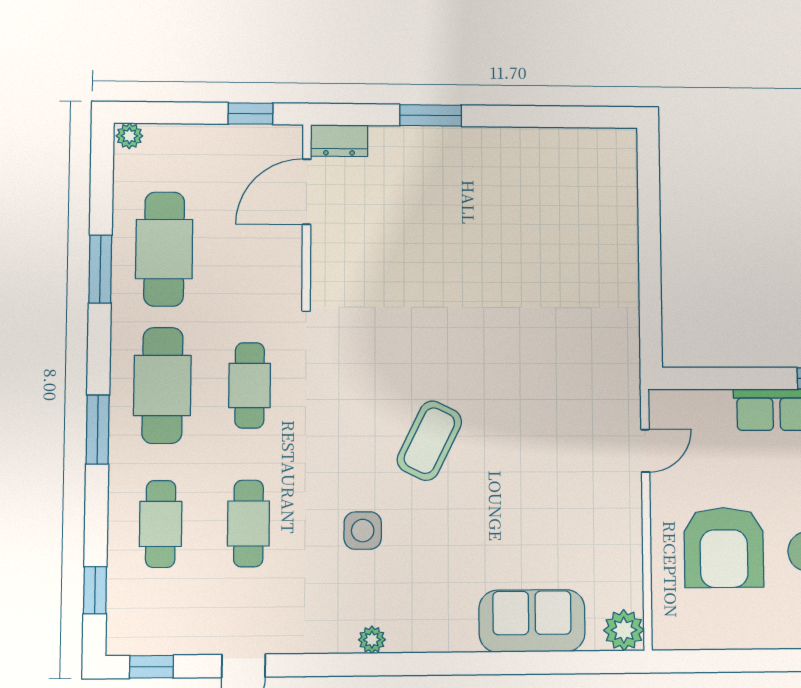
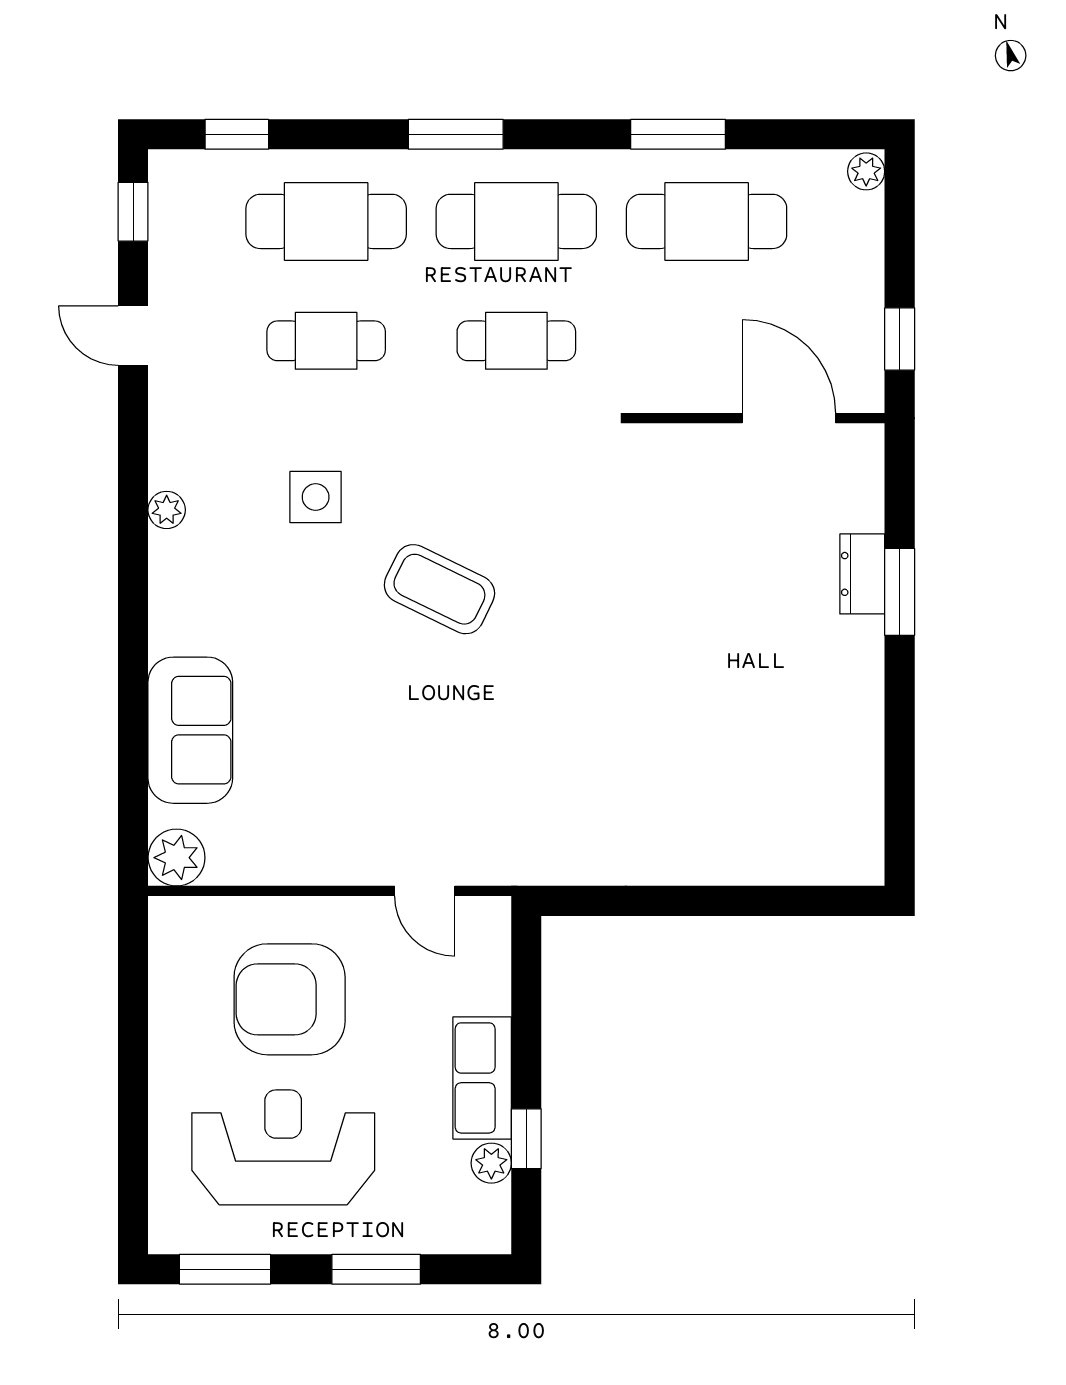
dresser: (339, 141) -> (862, 574), moved
cafe table: (161, 524) -> (326, 221), width x1.37, depth x1.35

